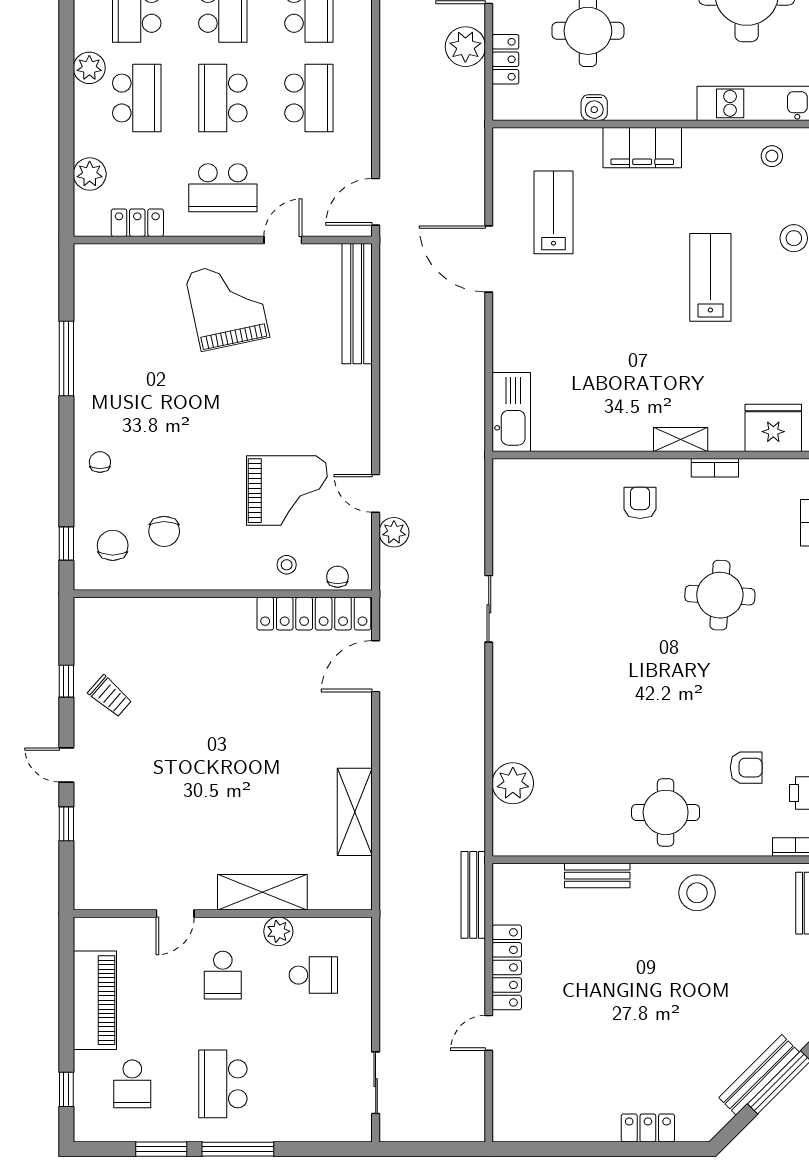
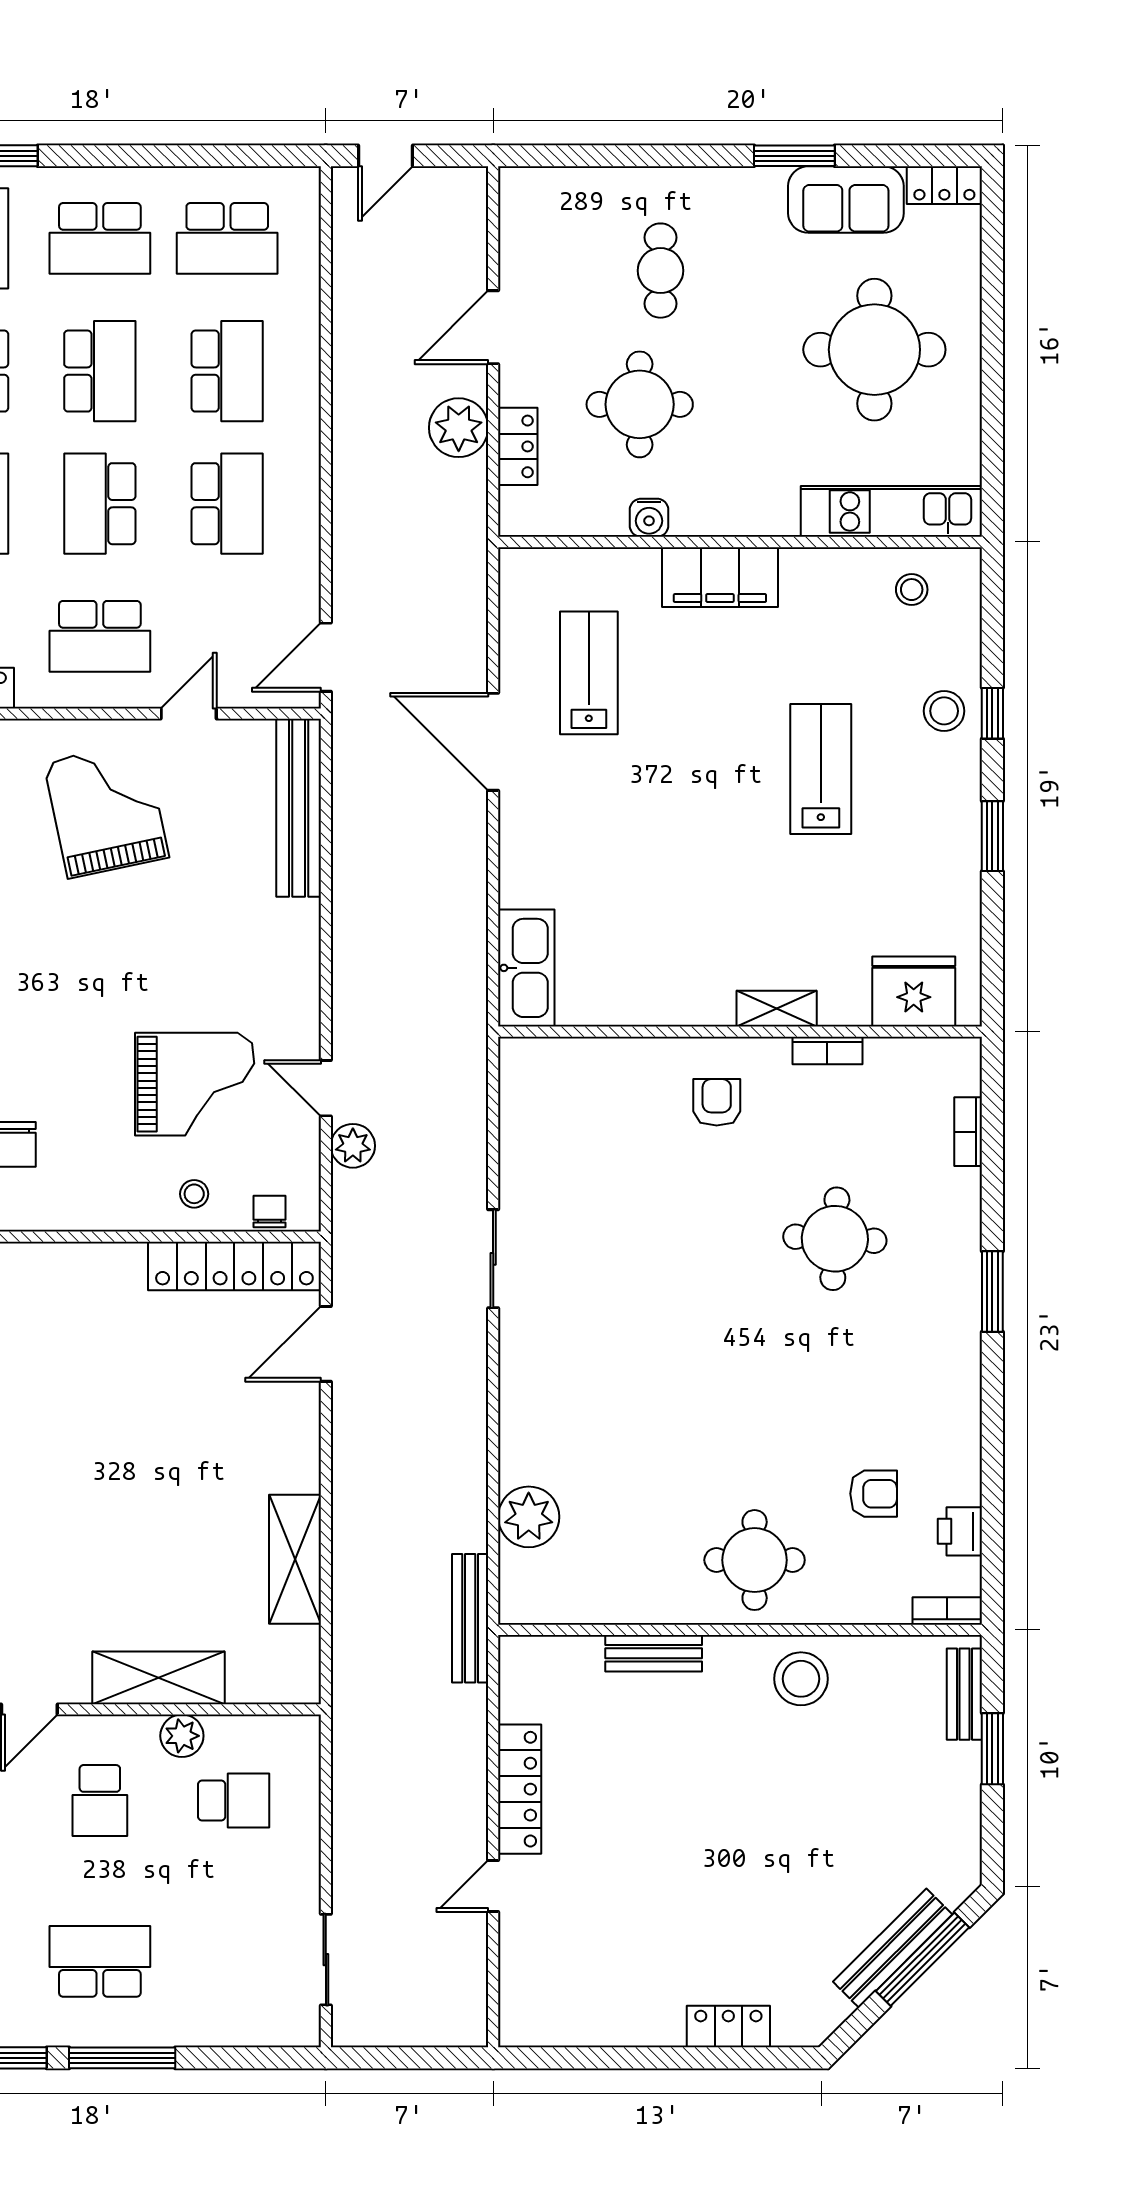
bench: (473, 895) -> (470, 1618), moved
school desk: (223, 1084) -> (100, 1961), turned 90

